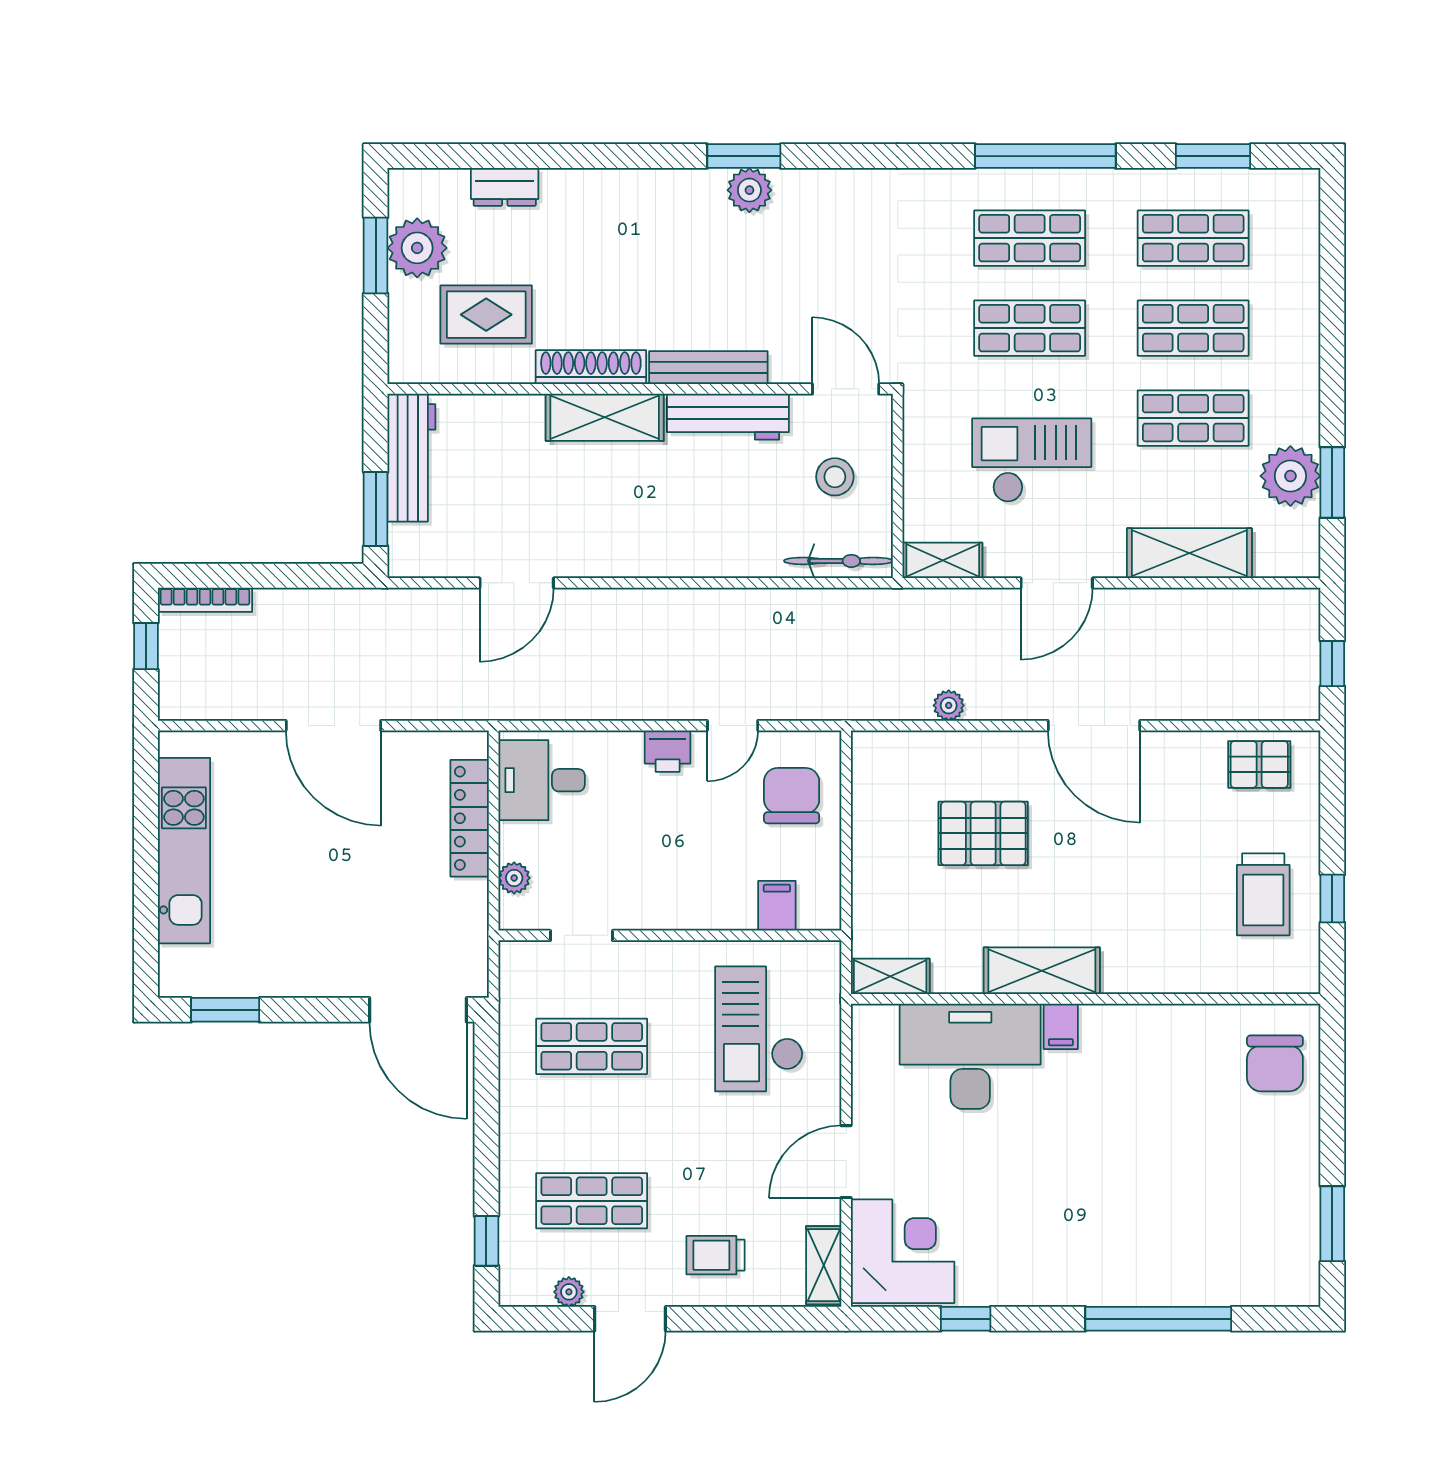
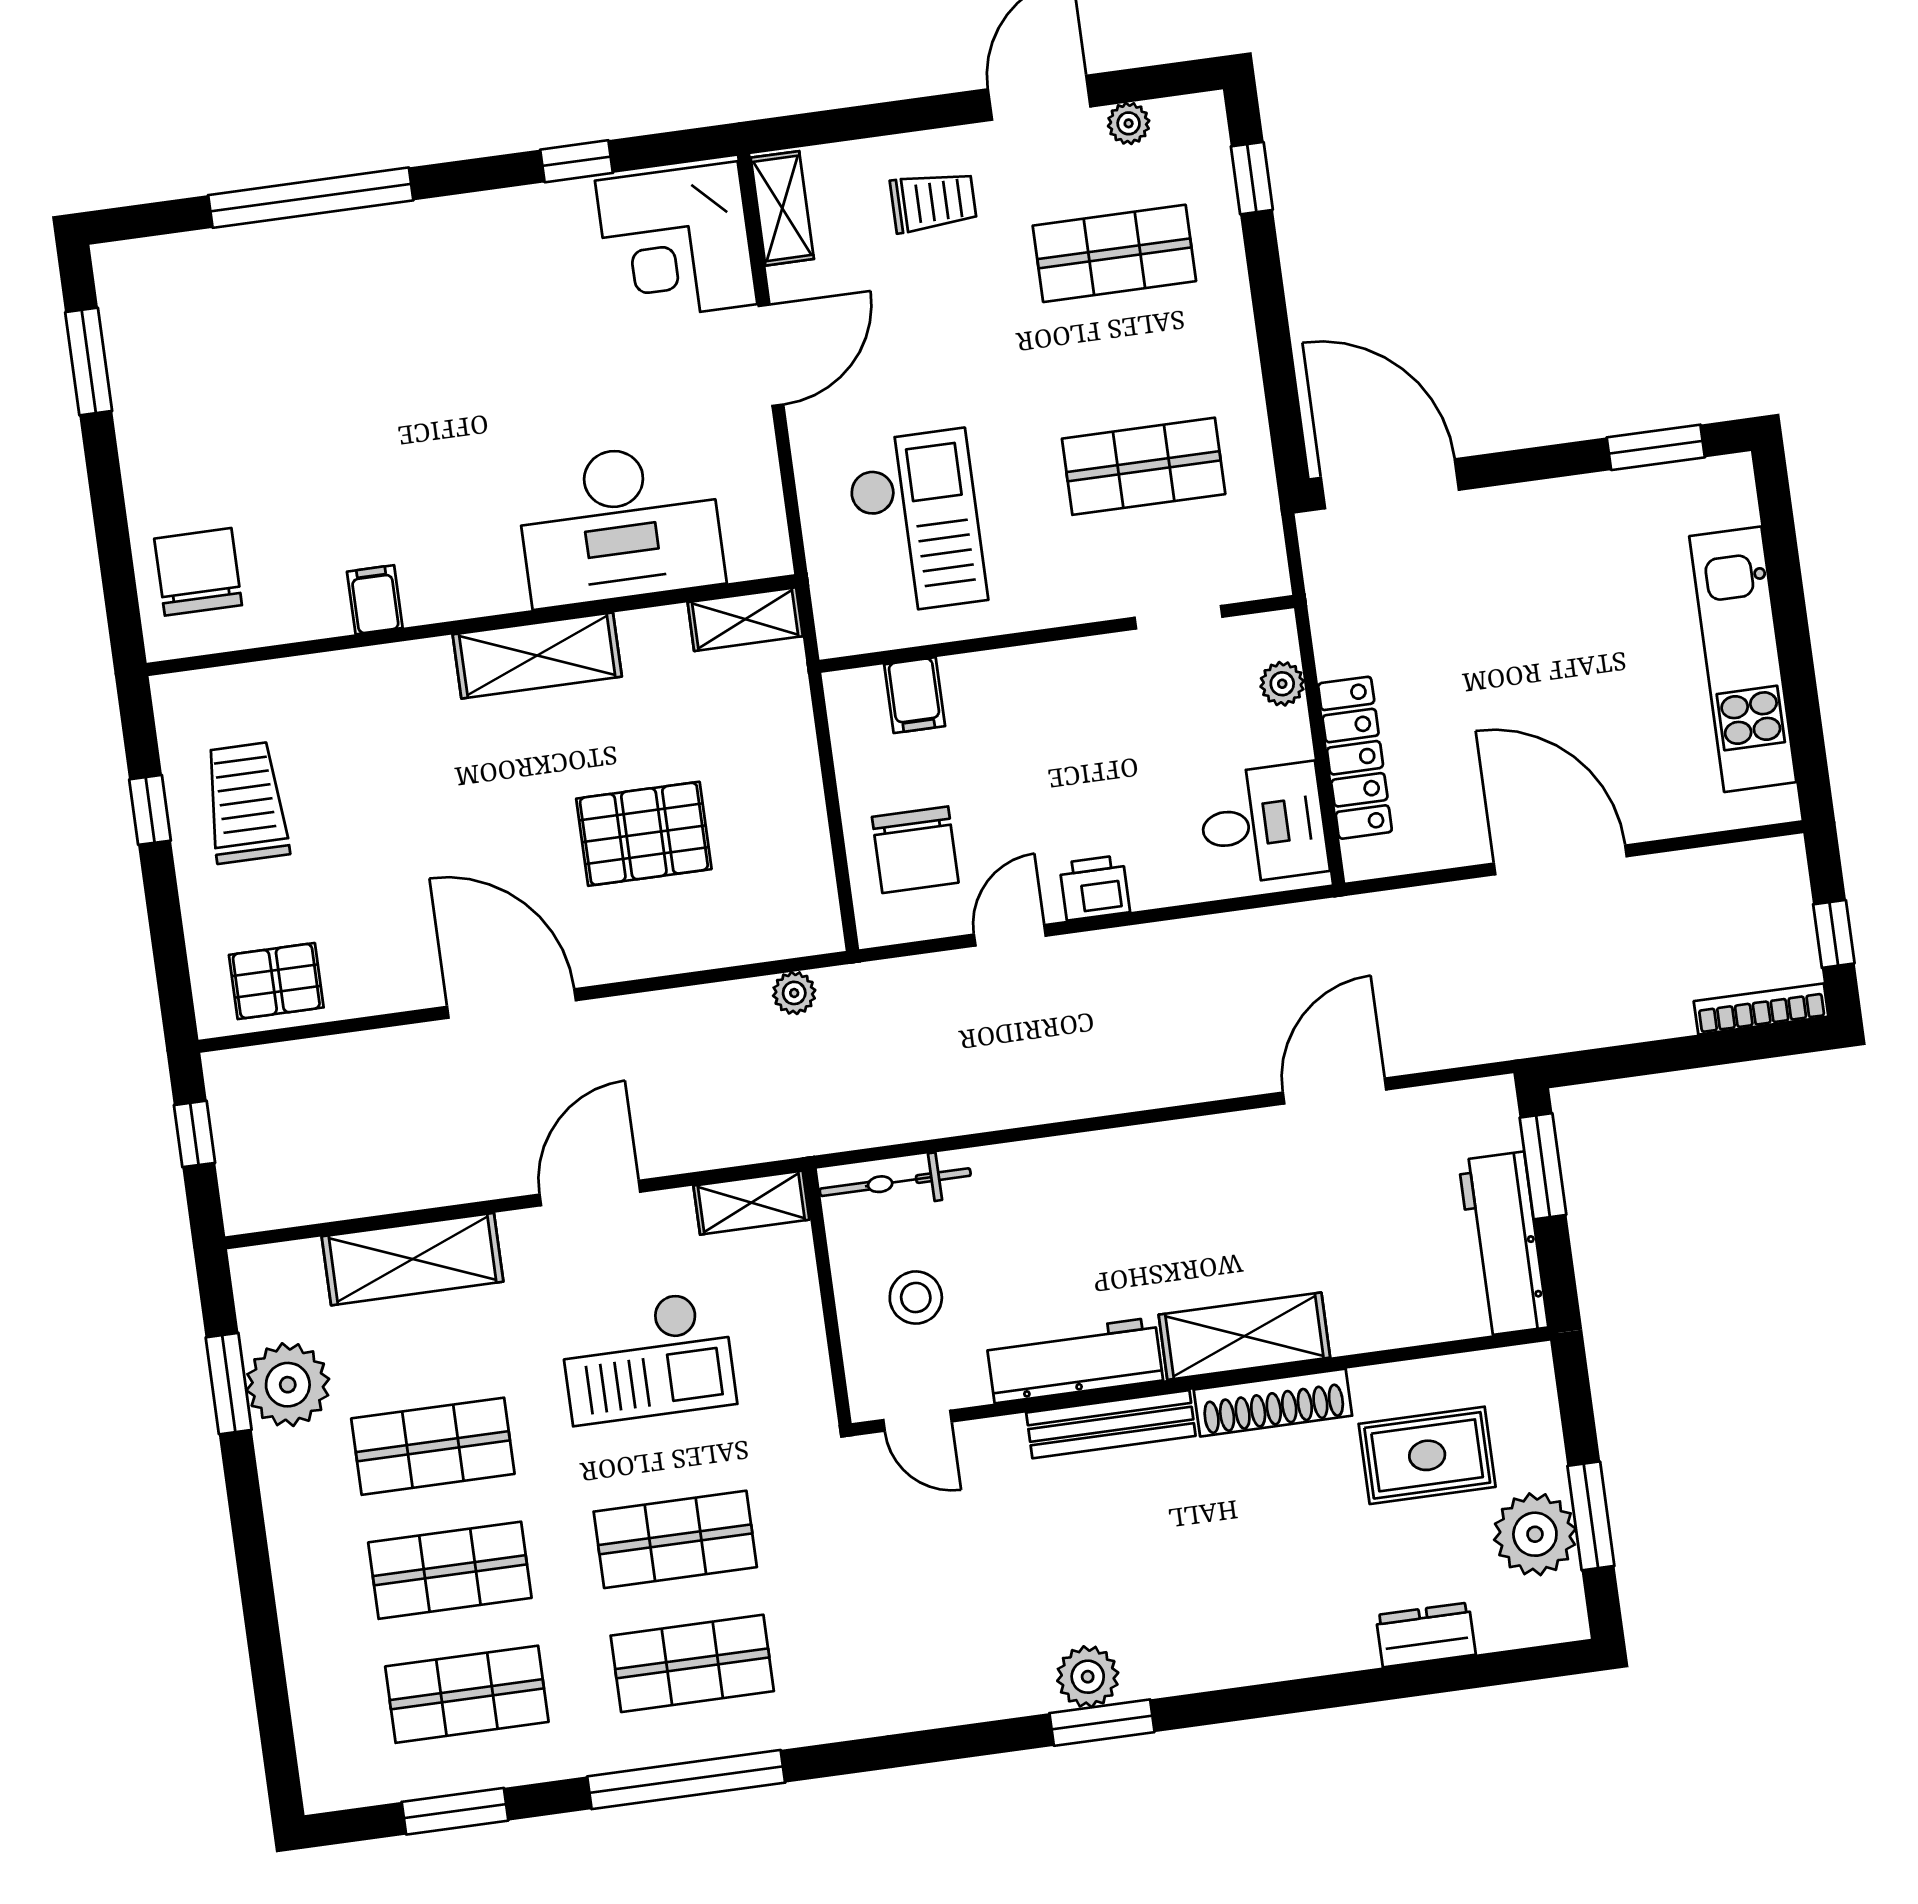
door: (846, 389) -> (918, 1421), width x0.73
plant: (949, 705) -> (794, 993), moved
filing cabinet: (1061, 1026) -> (375, 600), moved

